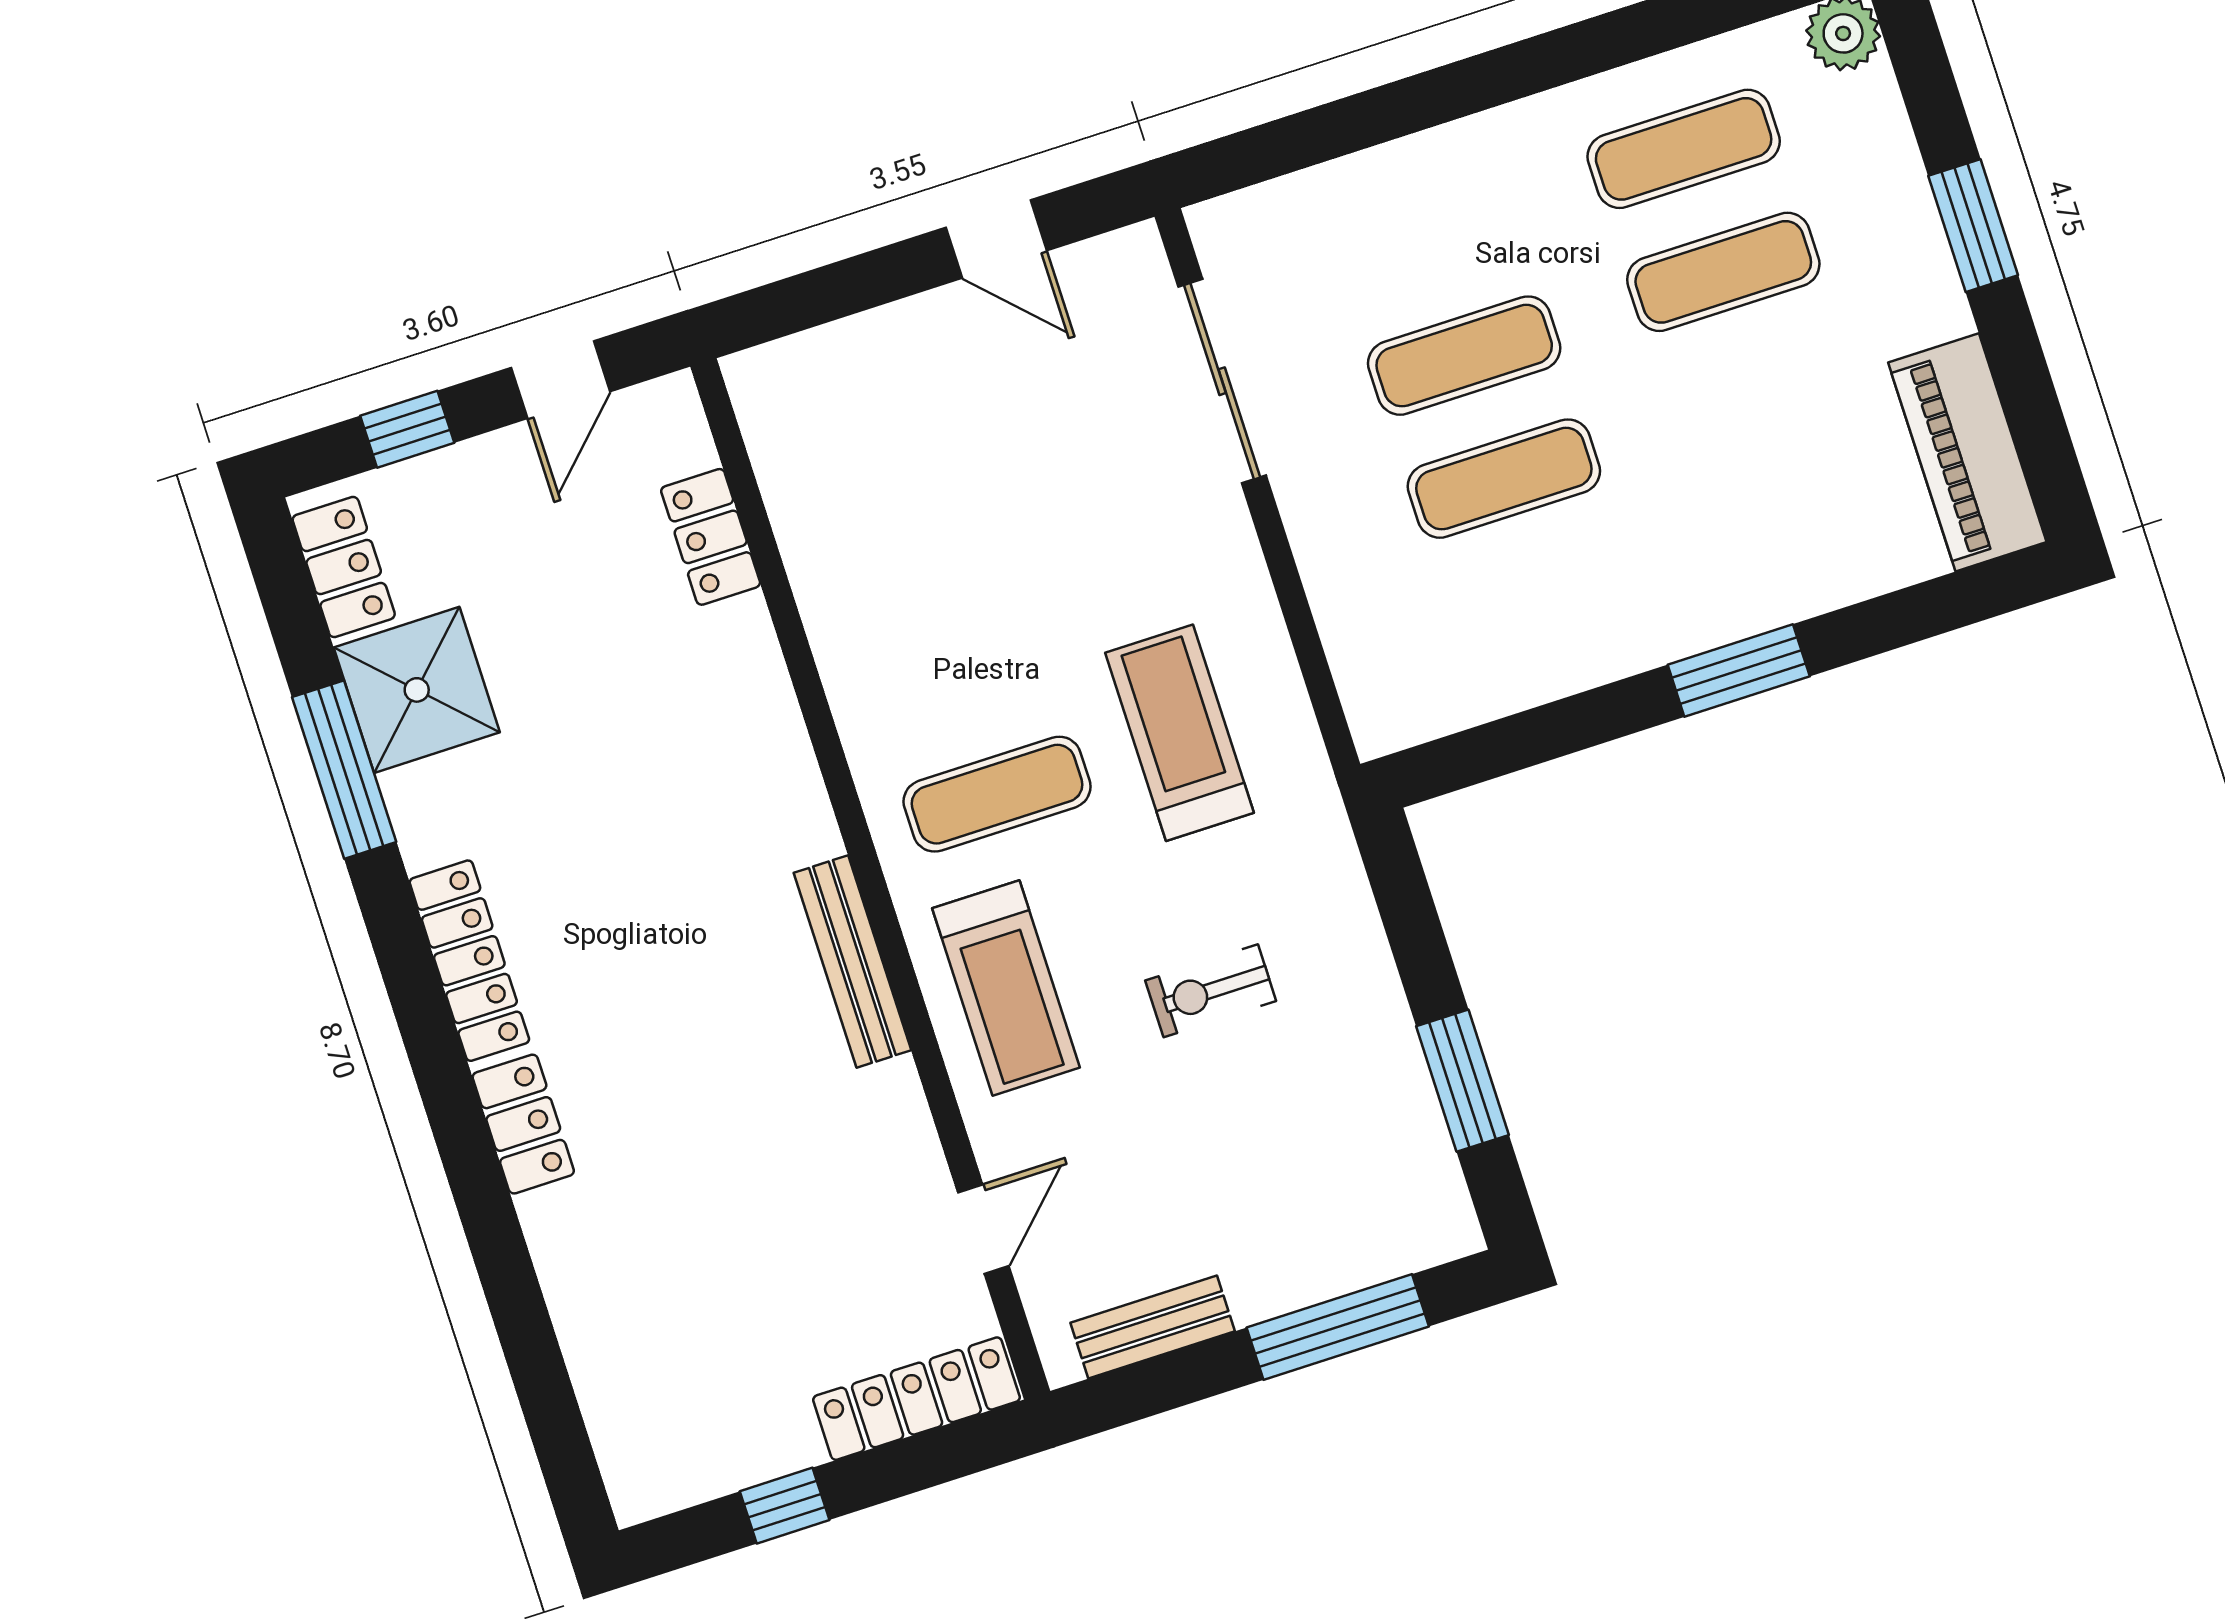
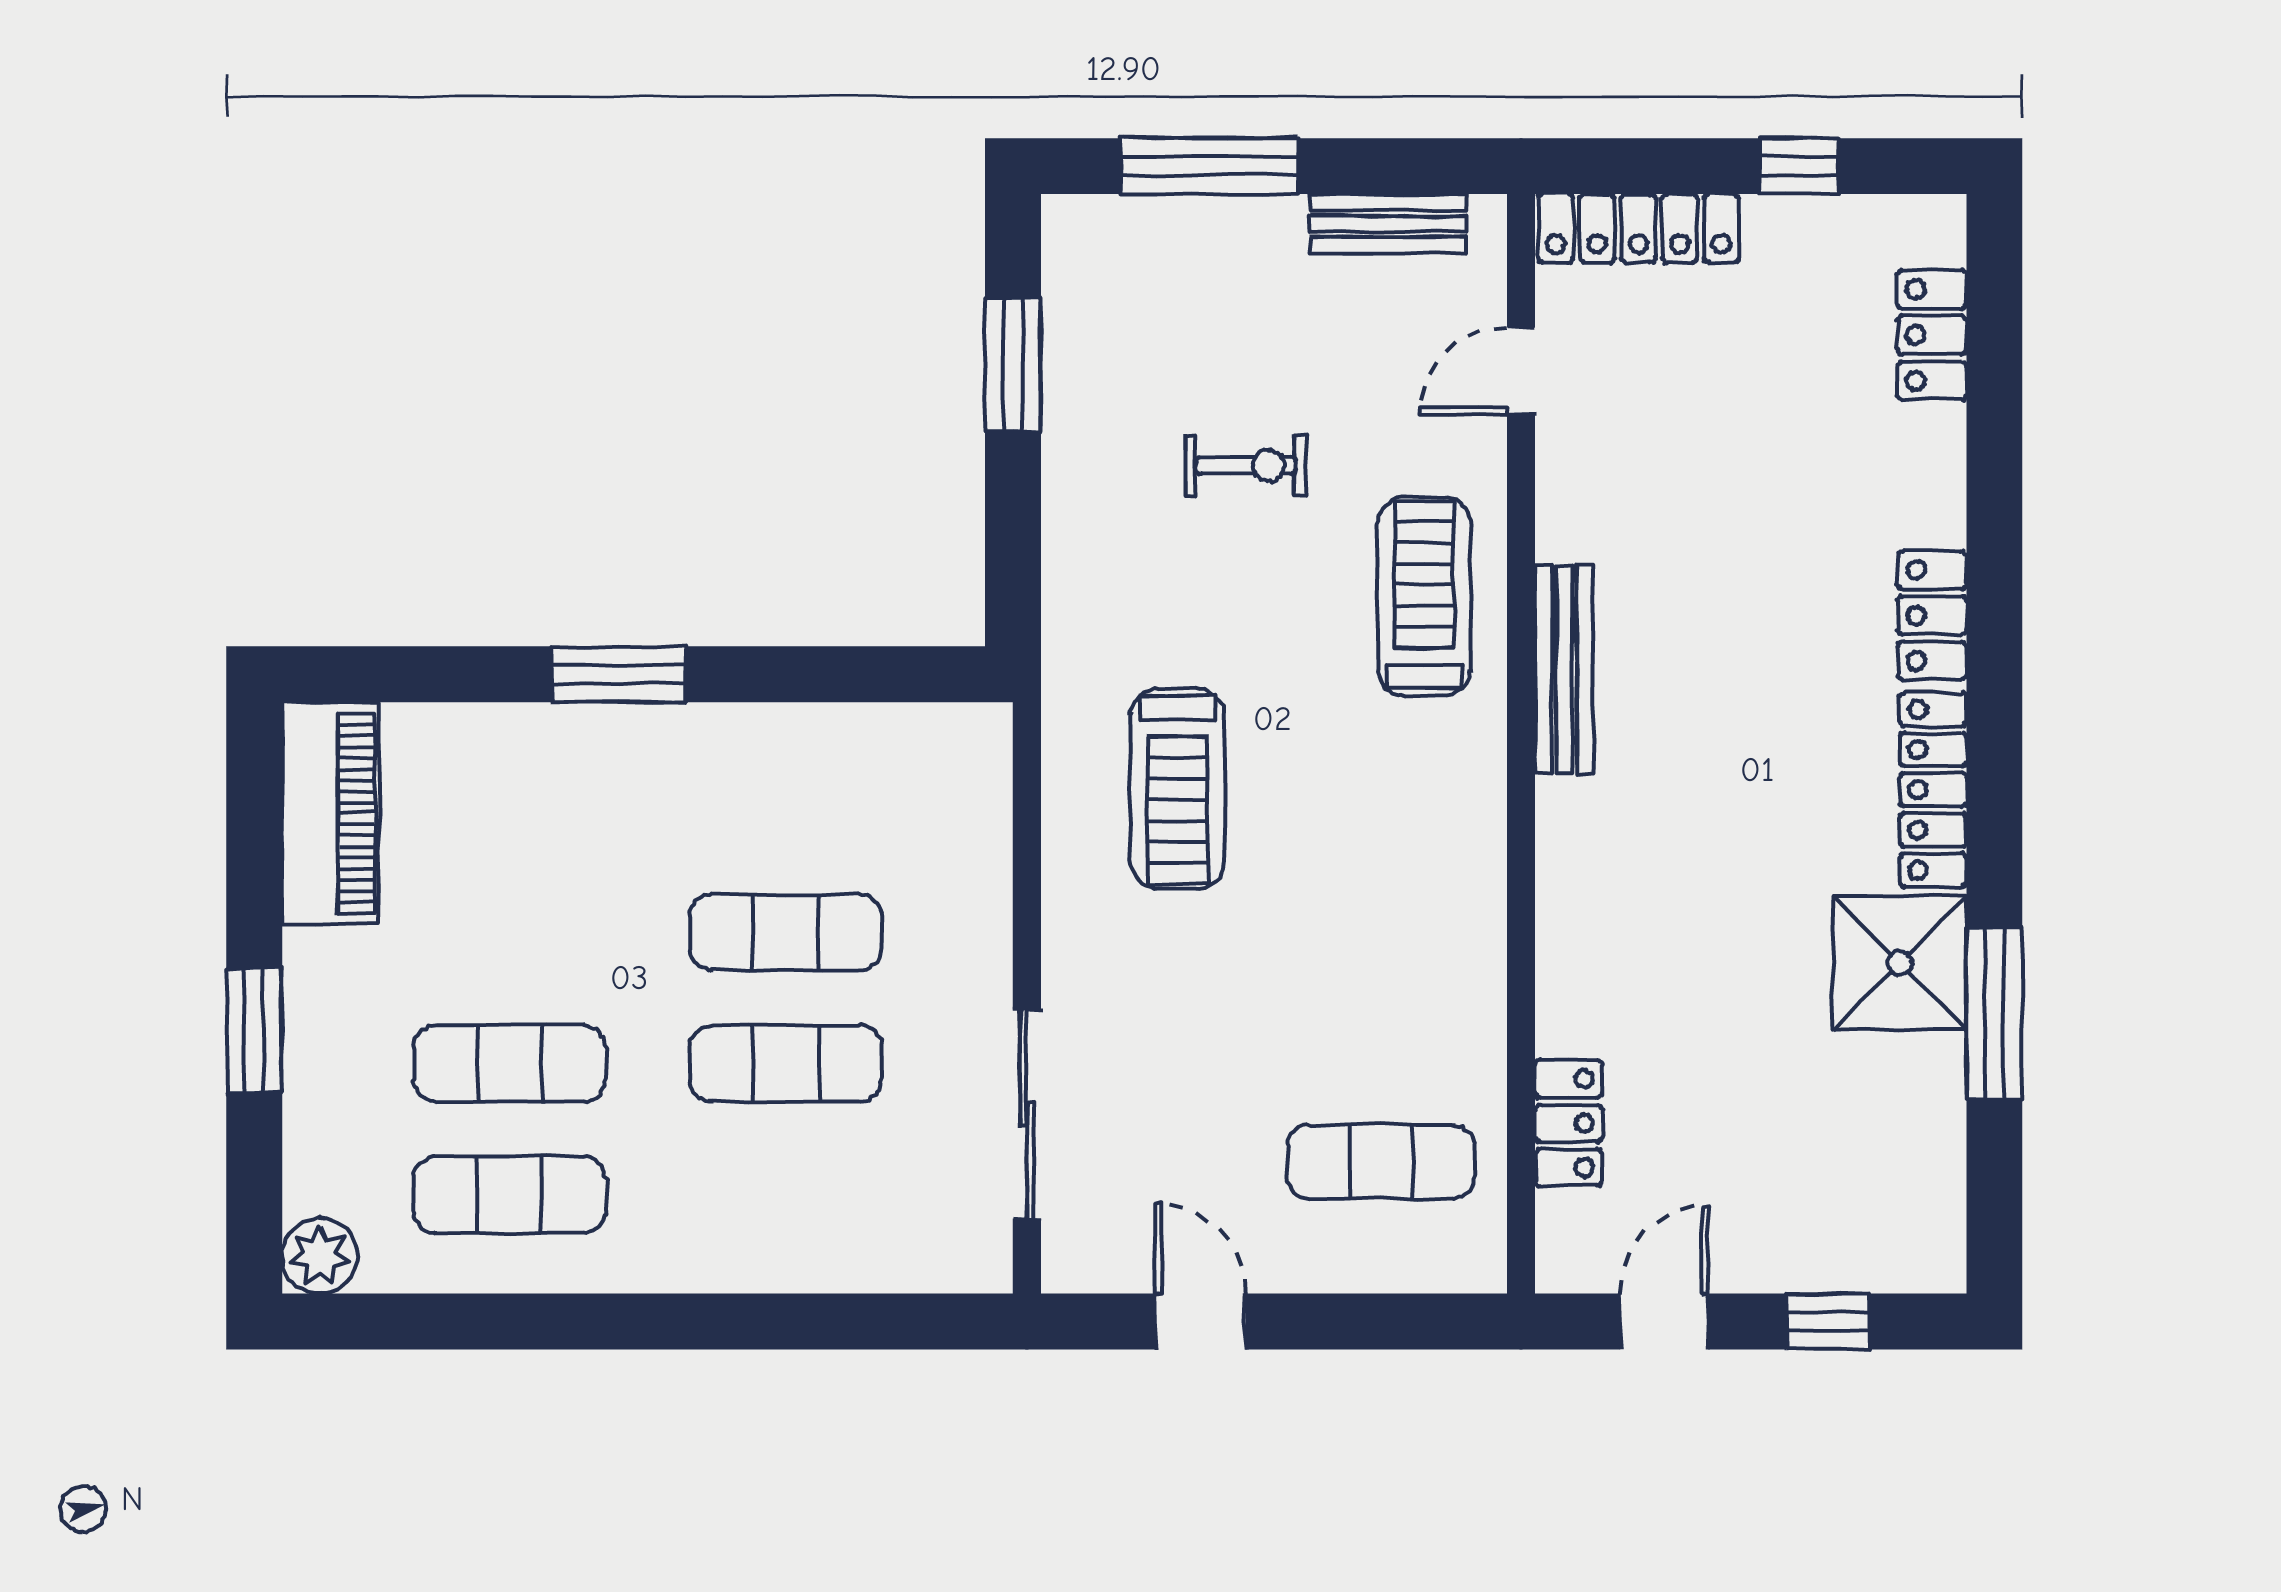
locker: (344, 567) -> (1932, 335), moved
shower: (417, 690) -> (1900, 963), moved
exercise mat: (997, 794) -> (1381, 1162), moved
exercise bike: (1211, 991) -> (1246, 465), moved

